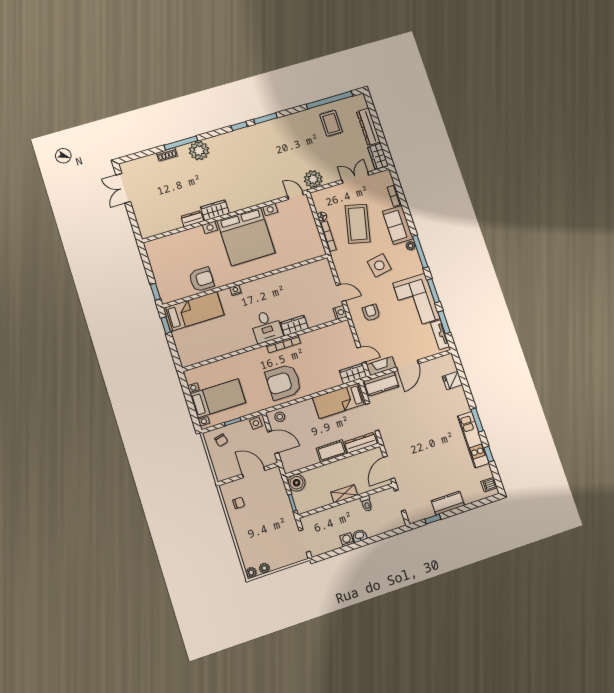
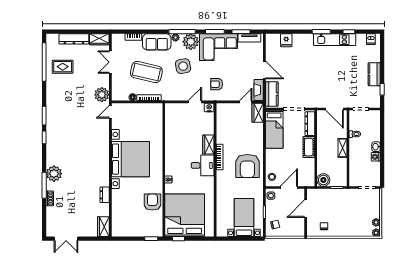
wardrobe: (215, 210) -> (103, 227), moved
plant: (412, 266) -> (191, 42), added
bed: (194, 311) -> (185, 215), width x2.04

